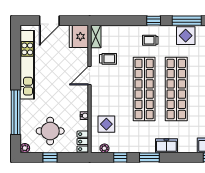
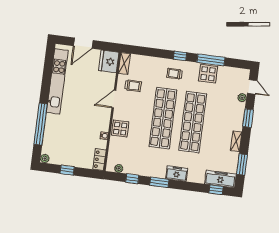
display table: (106, 124) -> (120, 129), moved
round table: (50, 131) -> (70, 146), removed

